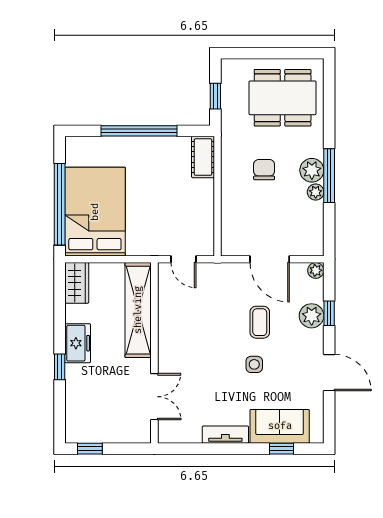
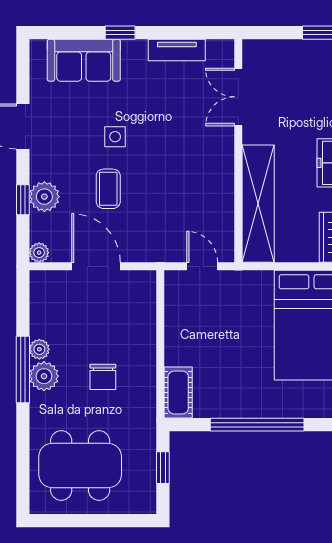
tv unit: (225, 435) -> (177, 50), moved
window: (281, 449) -> (120, 33), moved

